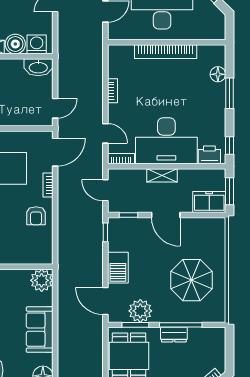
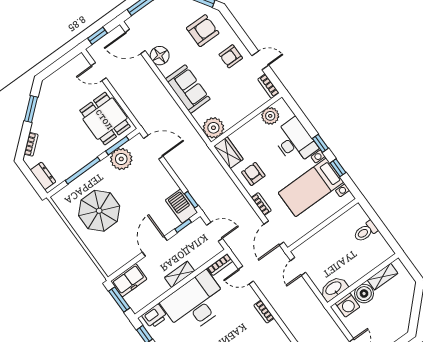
door: (166, 215) -> (155, 246), hinge flipped
wardrobe: (44, 250) -> (229, 153), added
barbecue: (118, 268) -> (181, 206), moved
dresser: (174, 335) -> (43, 176), moved, turned 90

